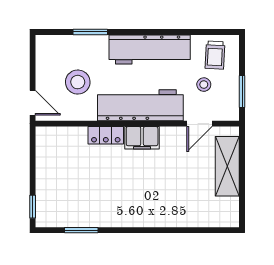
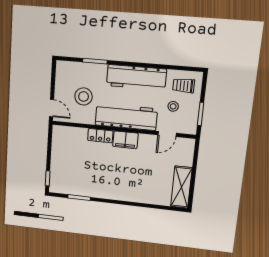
trolley: (215, 55) -> (184, 86), turned 87
shelving: (227, 166) -> (181, 187), moved

